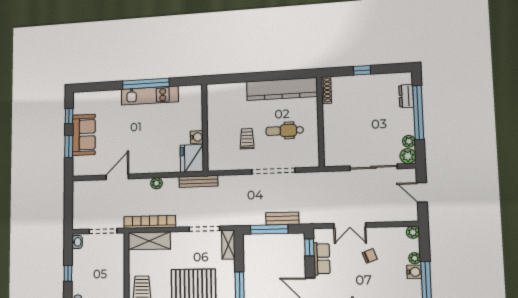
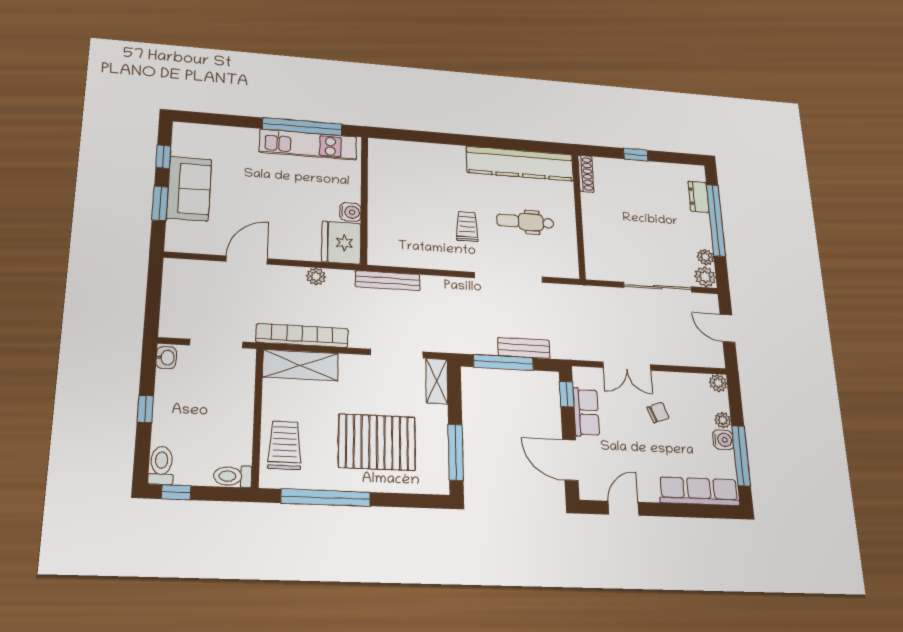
wall: (205, 128) -> (364, 200), moved
water cooler: (197, 137) -> (350, 212), moved
fridge: (192, 158) -> (341, 243), moved

